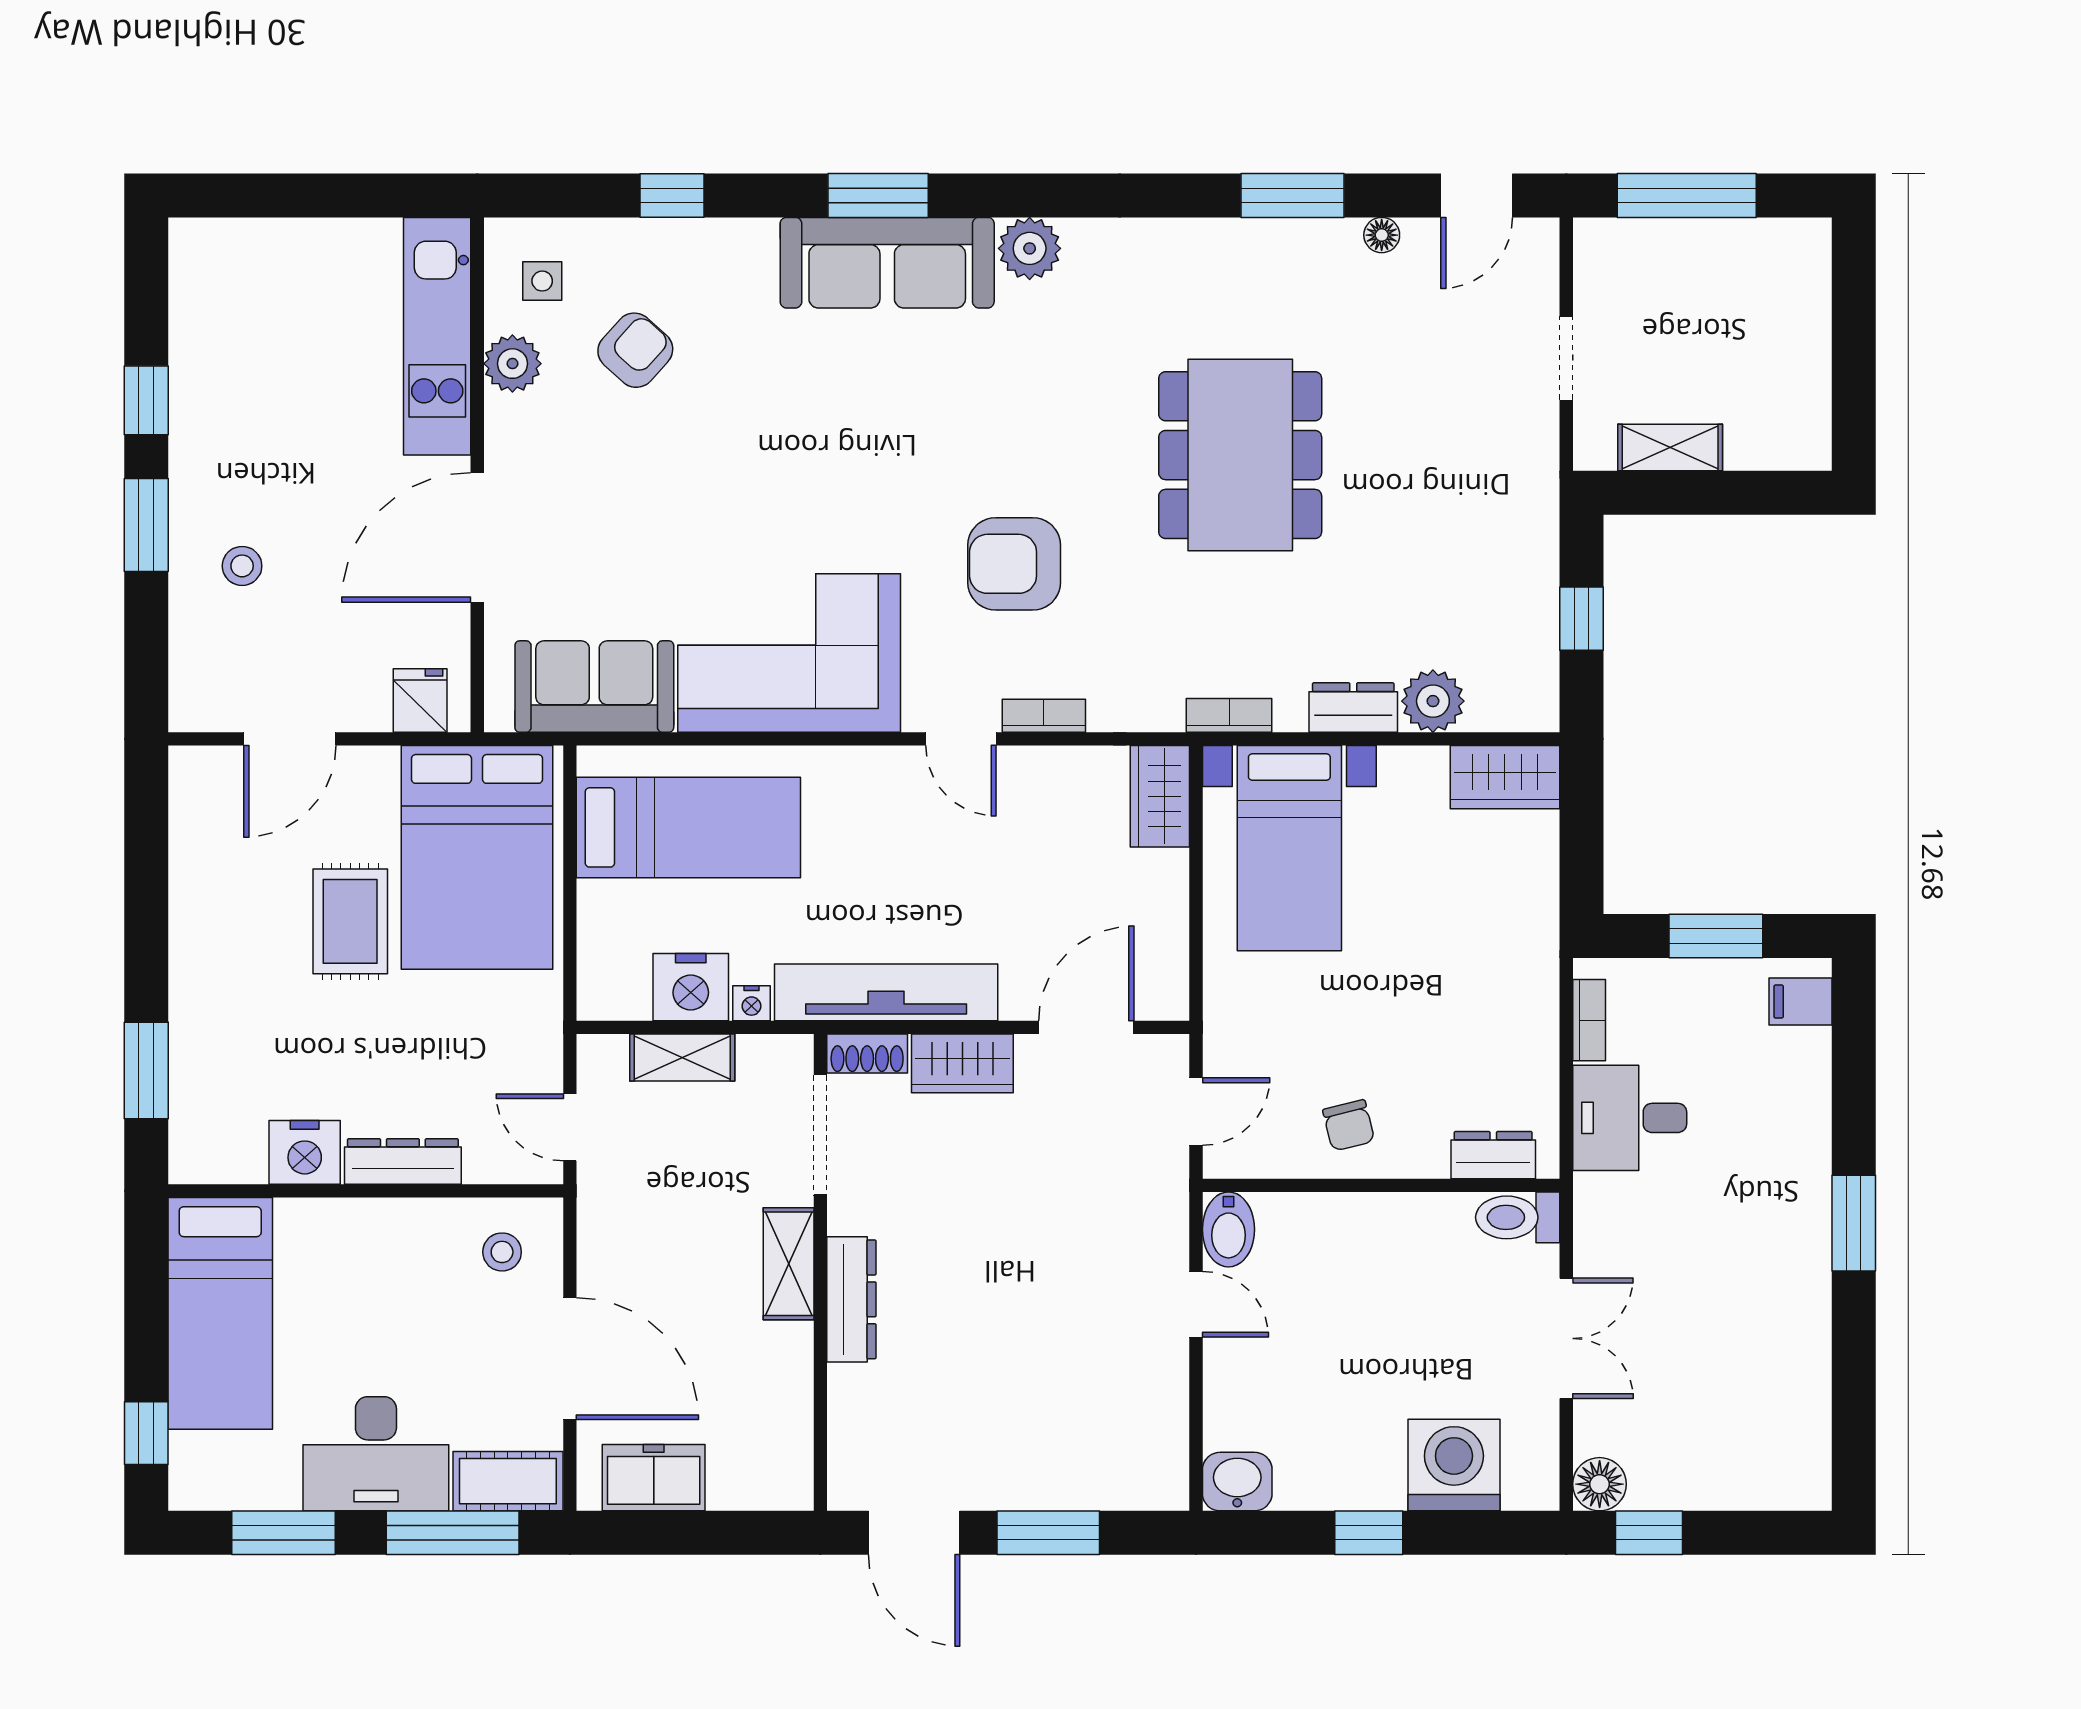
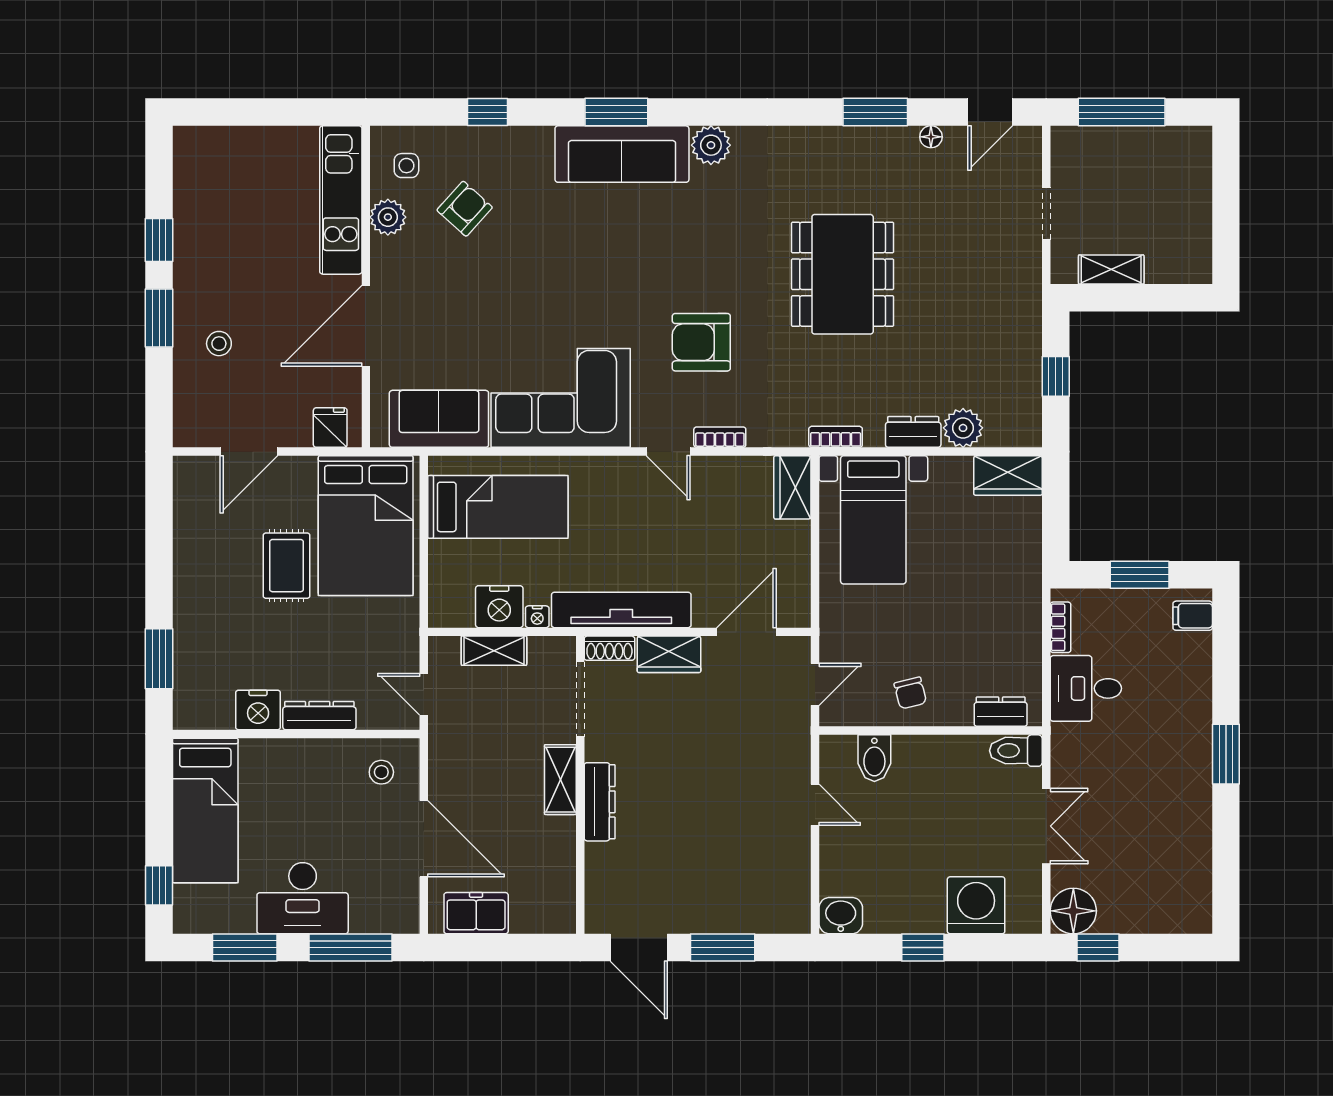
bidet: (1228, 1229) -> (874, 758), moved
cot: (508, 1481) -> (385, 915), removed
floor lamp: (1600, 1484) -> (1073, 911), width x1.38, depth x1.38

